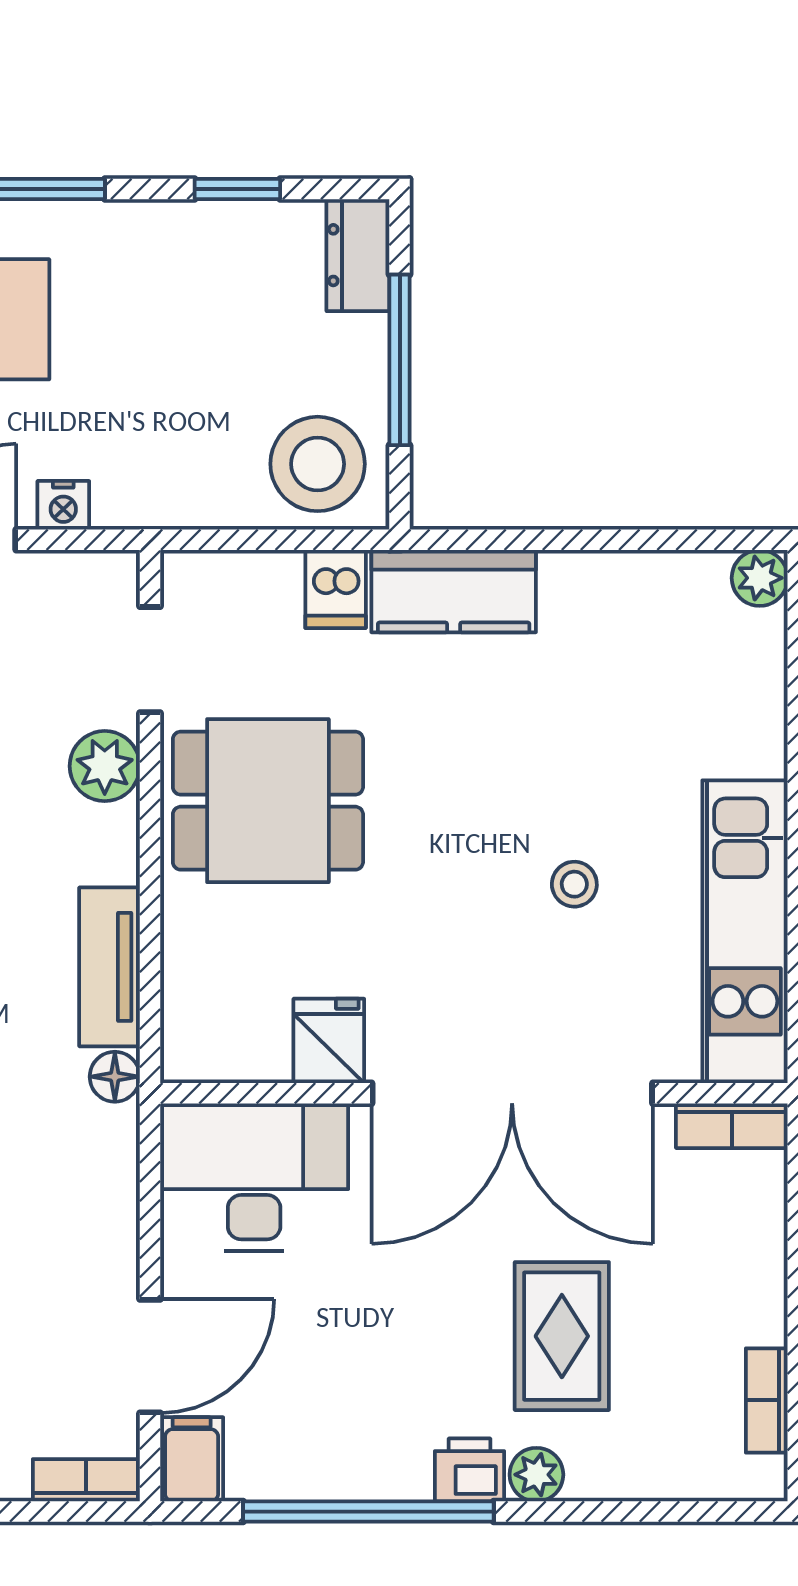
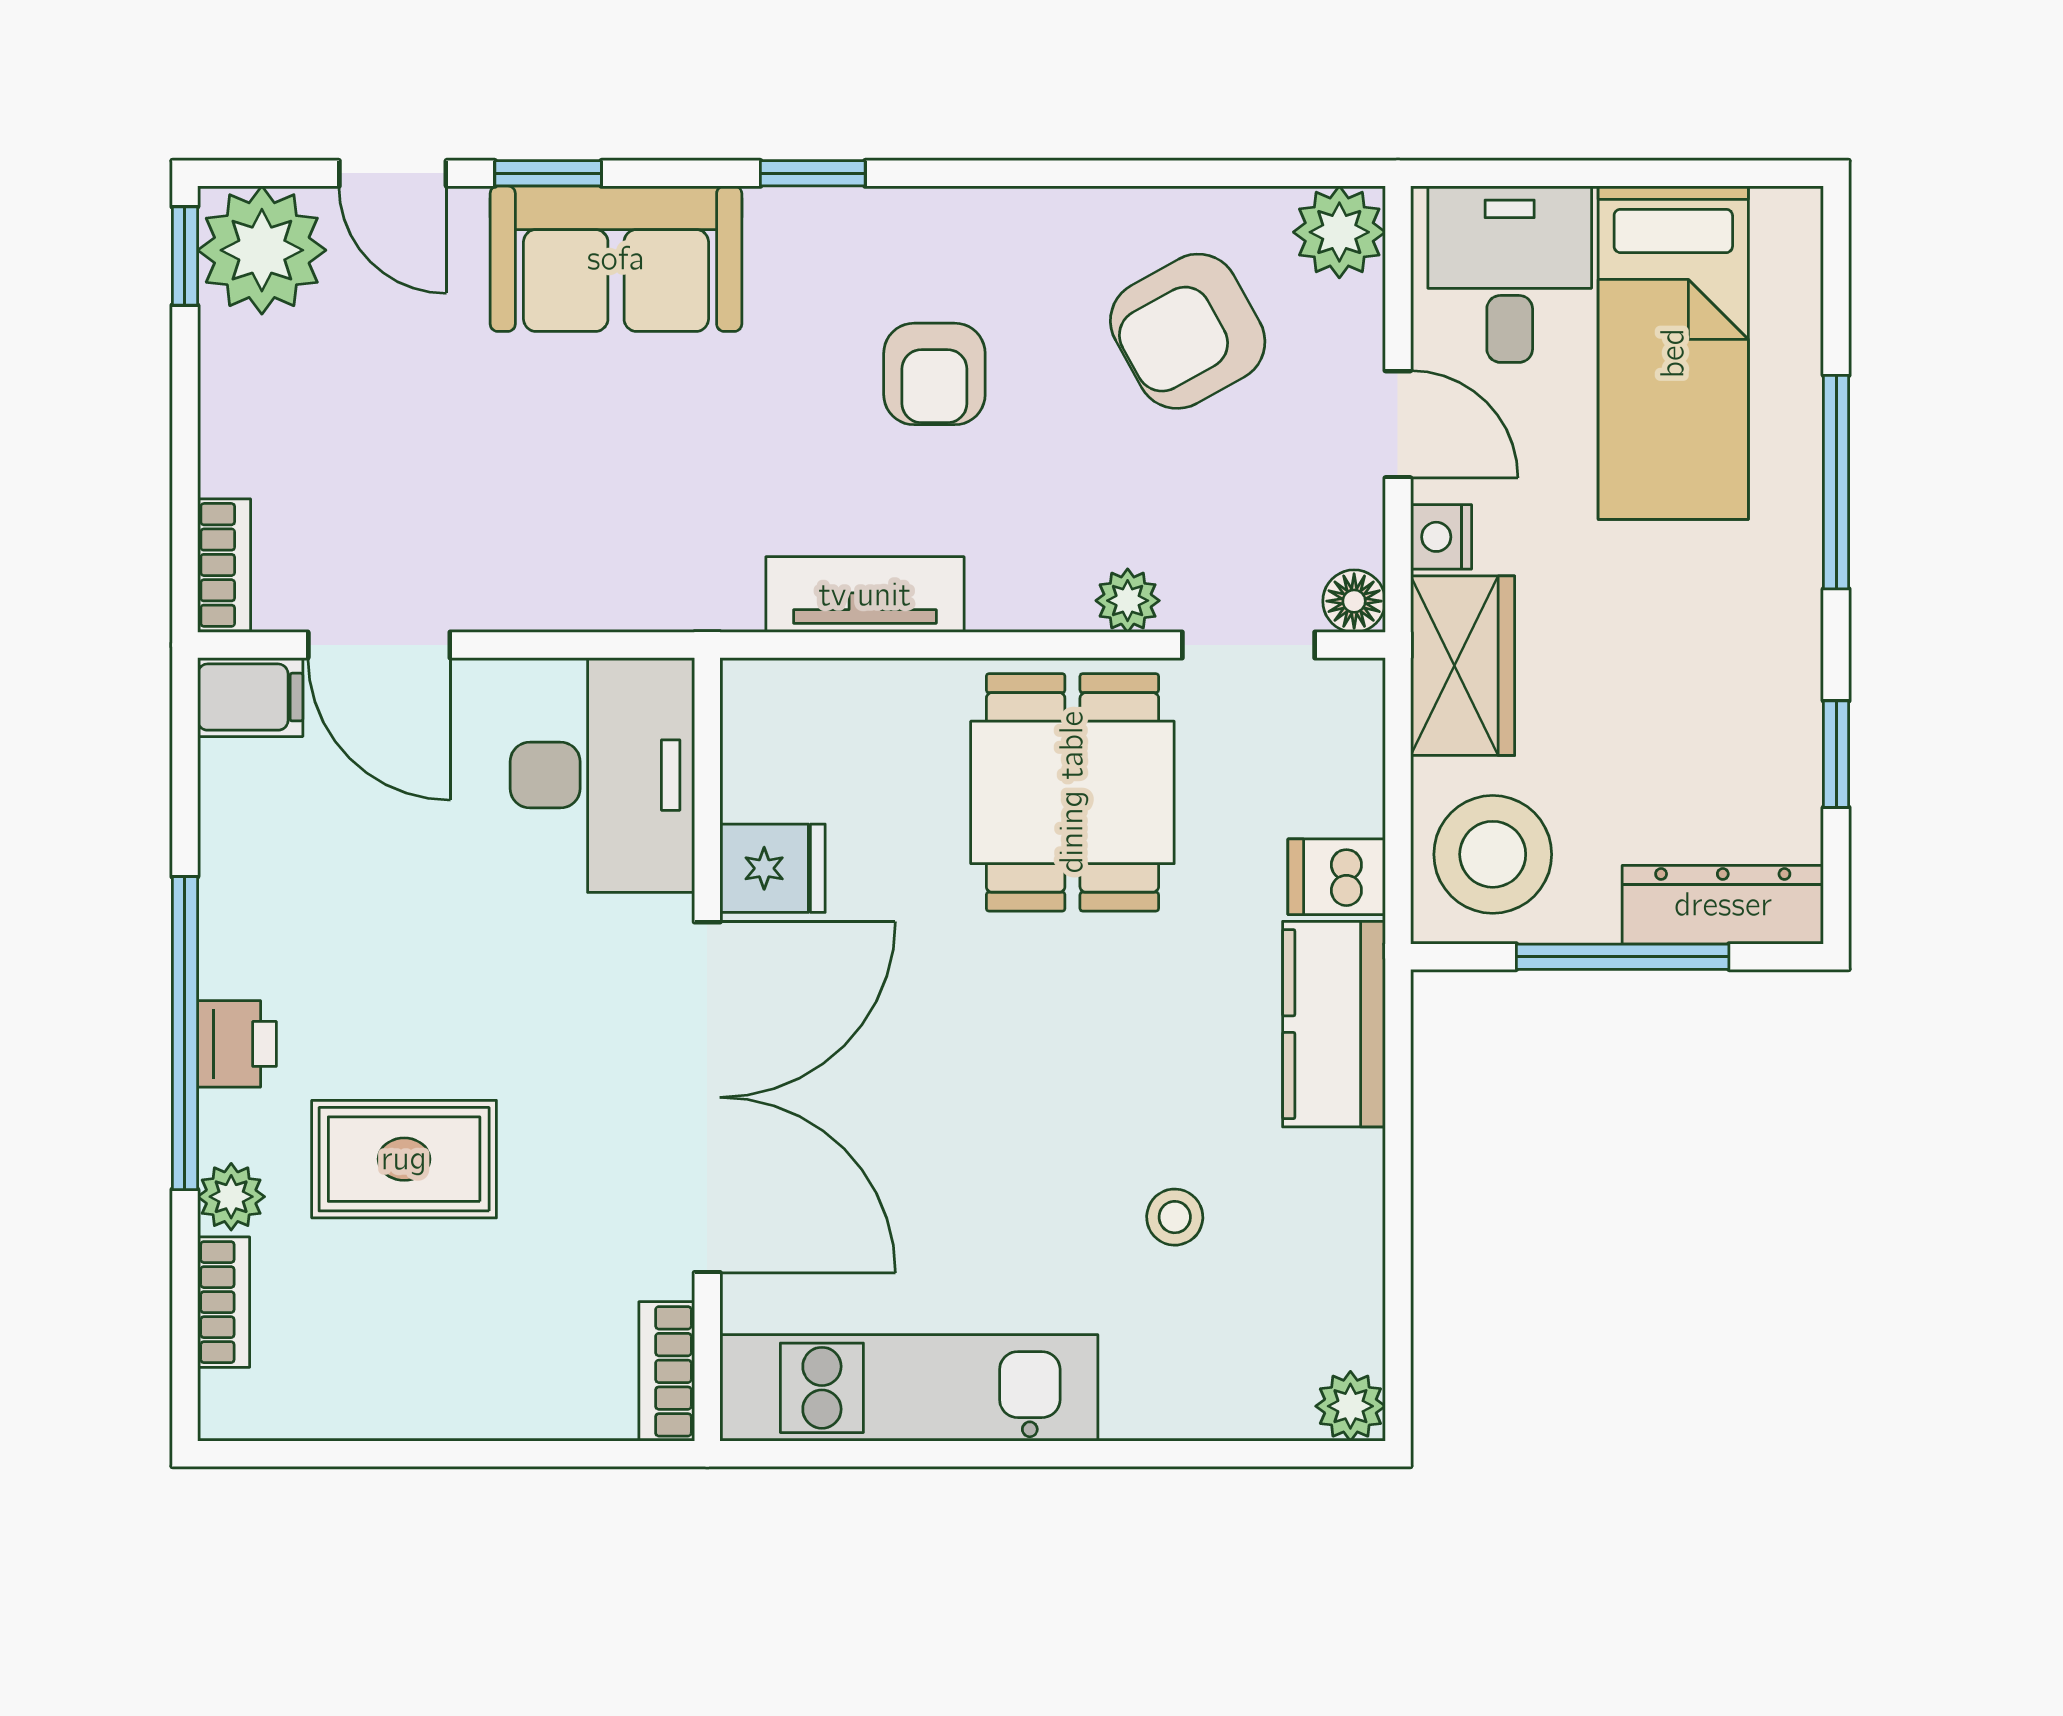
dresser: (358, 255) -> (1723, 905), width x1.44
wardrobe: (166, 488) -> (1463, 666), added
plant: (105, 766) -> (1128, 601), width x0.73, depth x0.73
stool: (574, 884) -> (1175, 1217), moved
floor lamp: (115, 1077) -> (1354, 601), moved
double door: (512, 1093) -> (707, 1097), swing flipped
bookcase: (767, 1400) -> (224, 1302), moved, turned 90
plant: (536, 1475) -> (231, 1197), moved
window: (368, 1512) -> (185, 1033), moved

